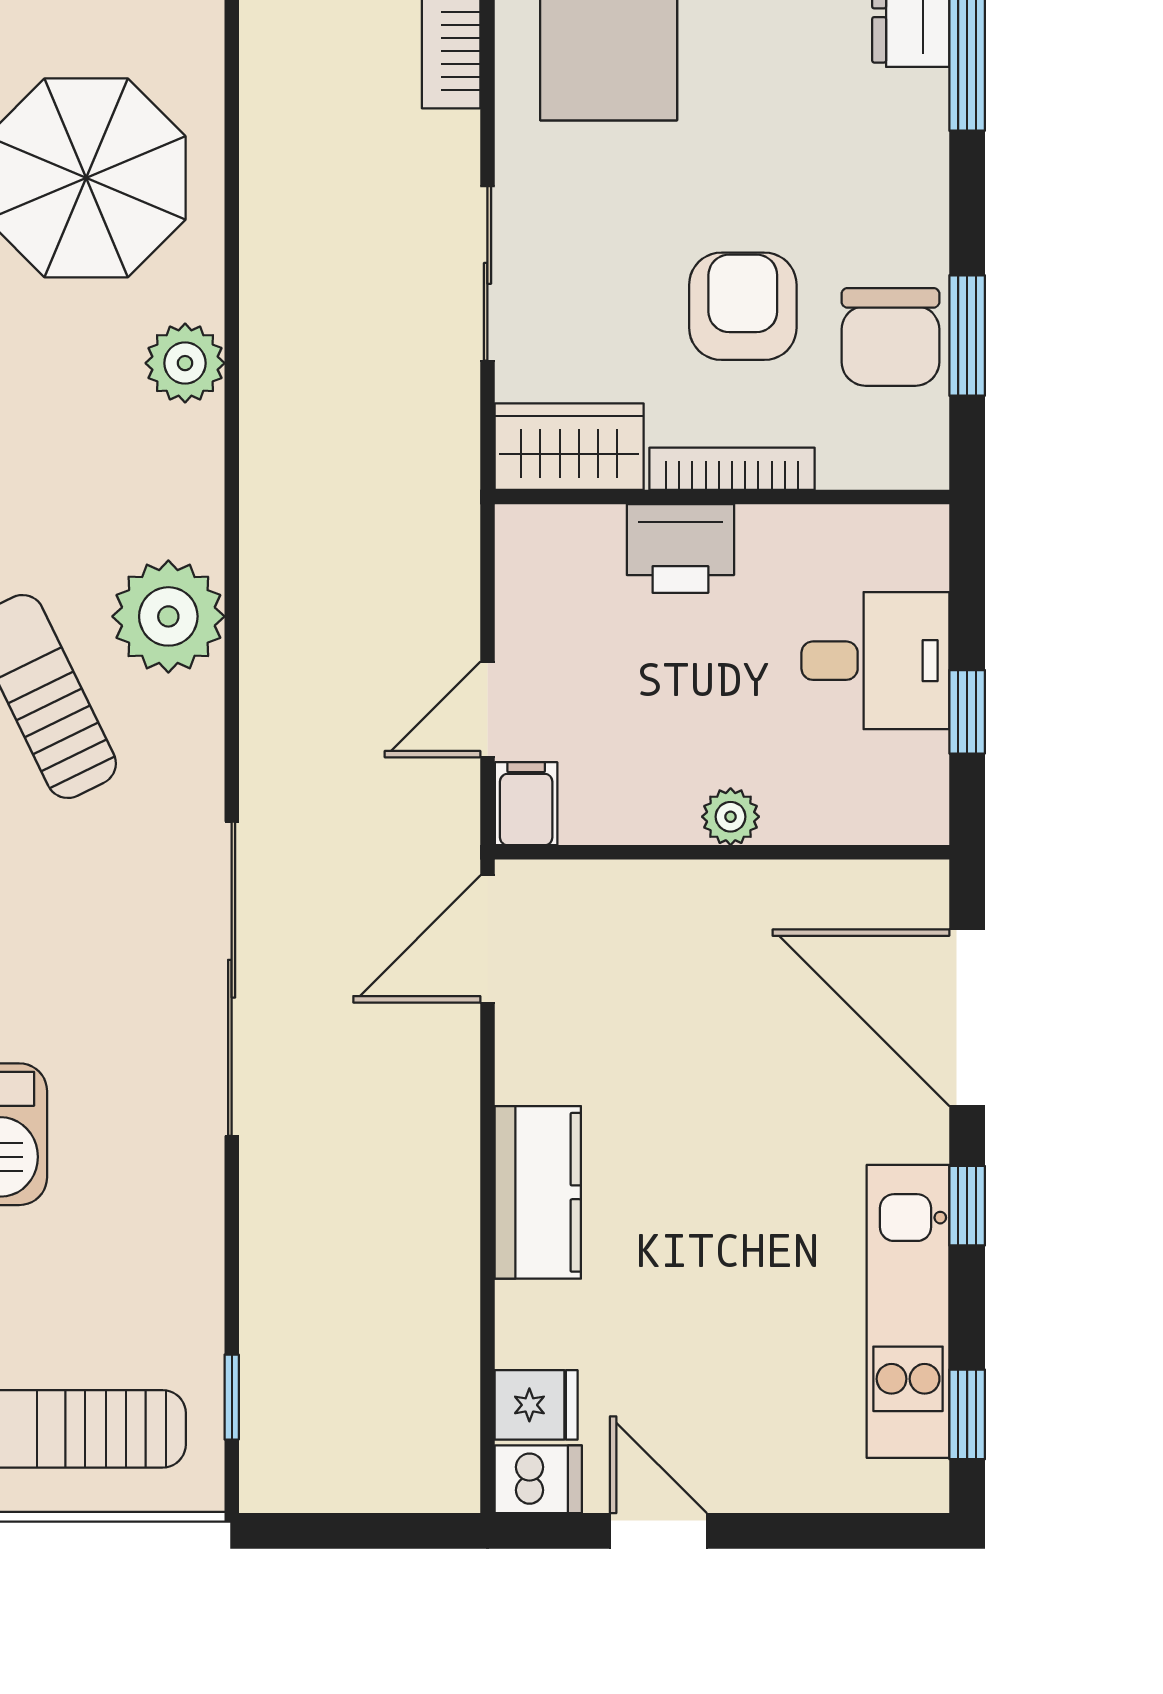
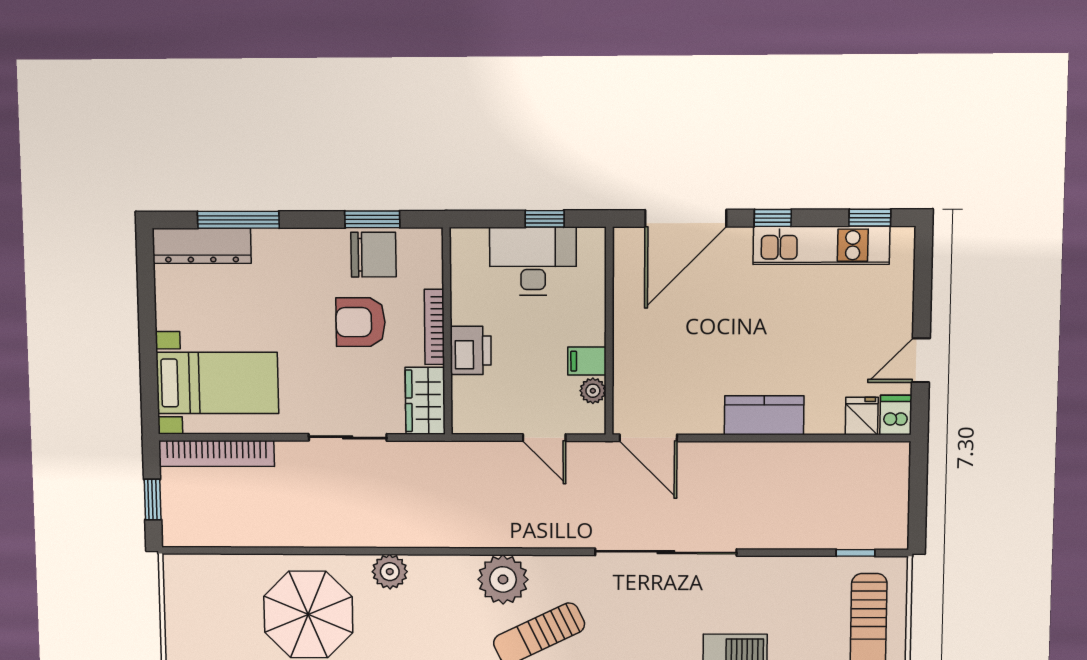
desk: (875, 661) -> (533, 261), width x1.37
filing cabinet: (526, 804) -> (587, 361), moved
plant: (731, 817) -> (593, 391), moved

